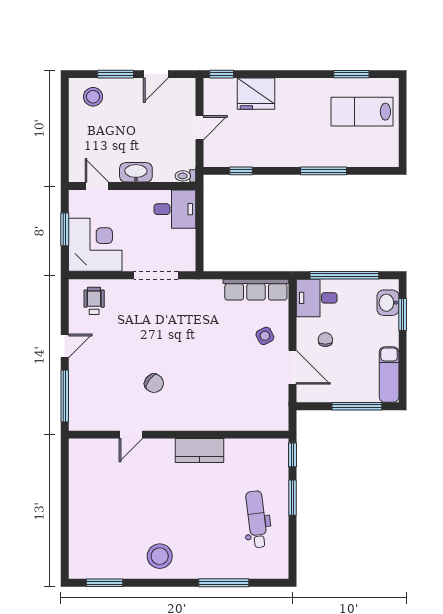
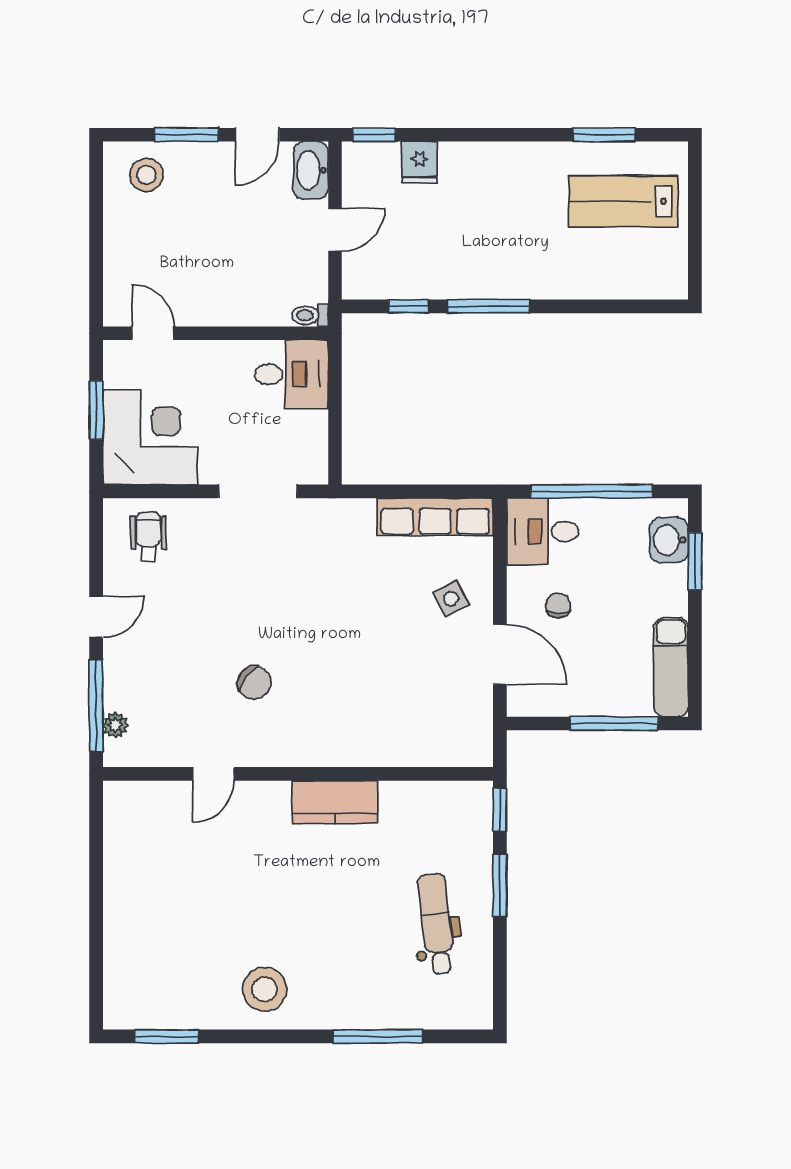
fridge: (256, 94) -> (420, 162), width x0.53, depth x0.75
window: (324, 171) -> (488, 306), moved
washbasin: (136, 172) -> (311, 170), moved, turned -90
plant: (76, 407) -> (115, 725), added

